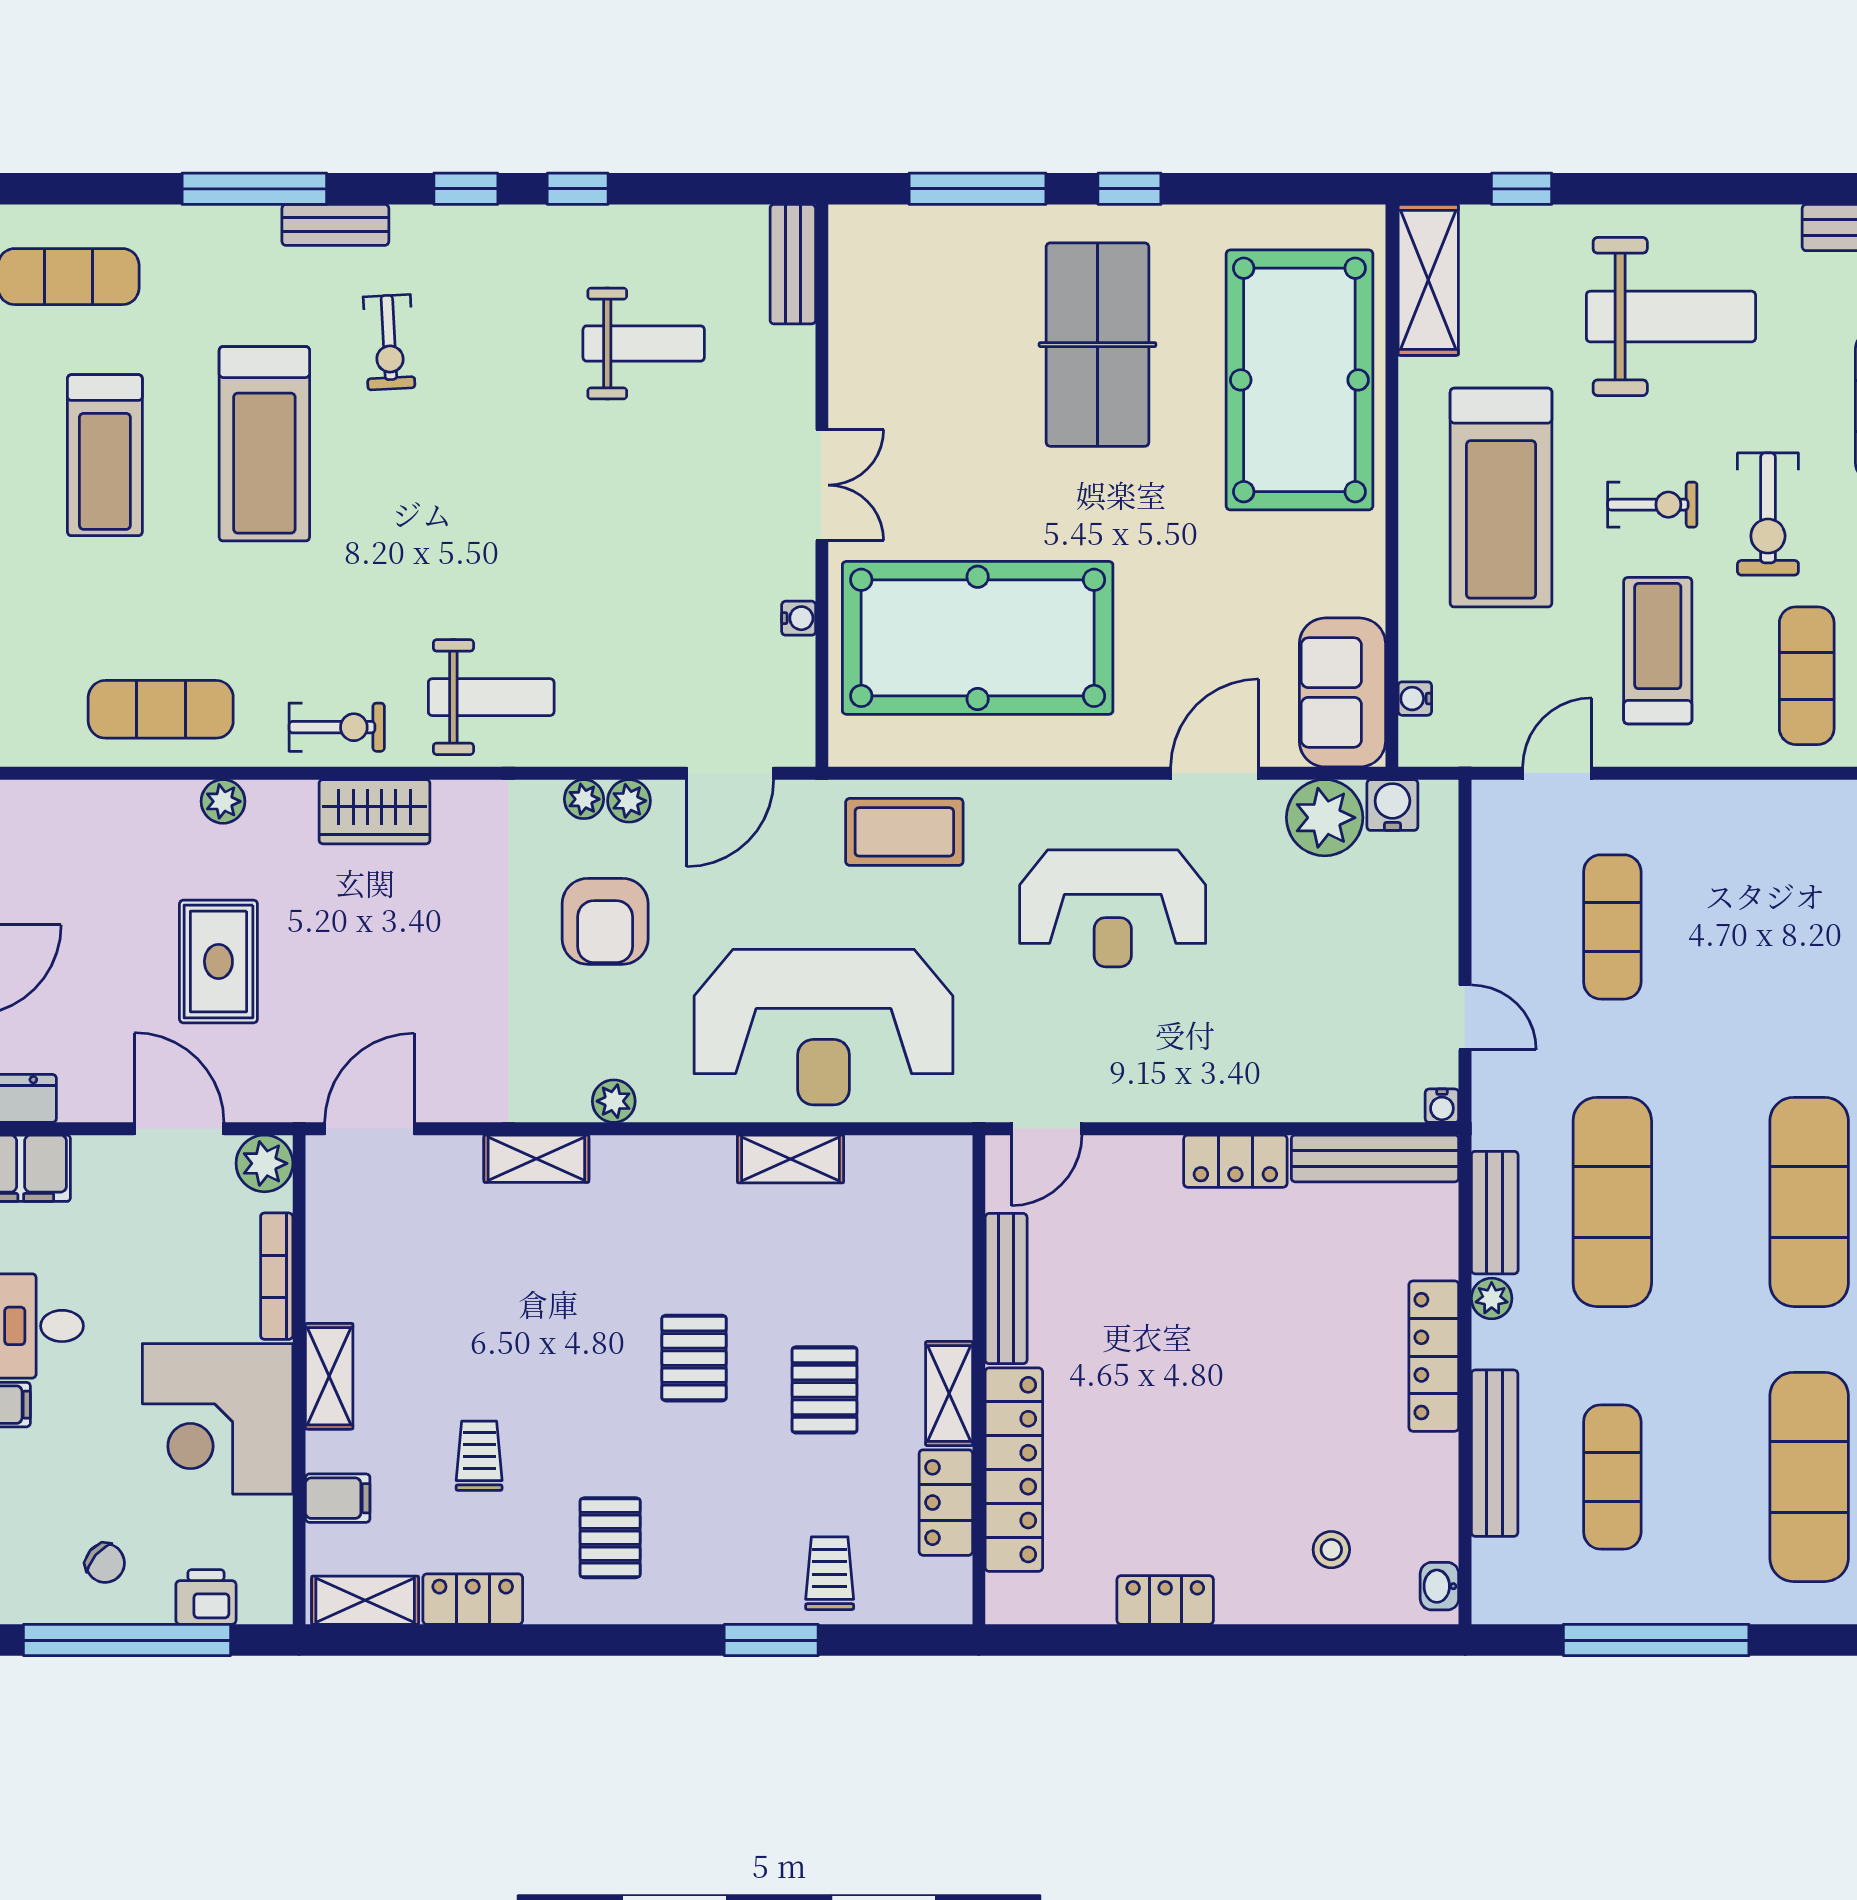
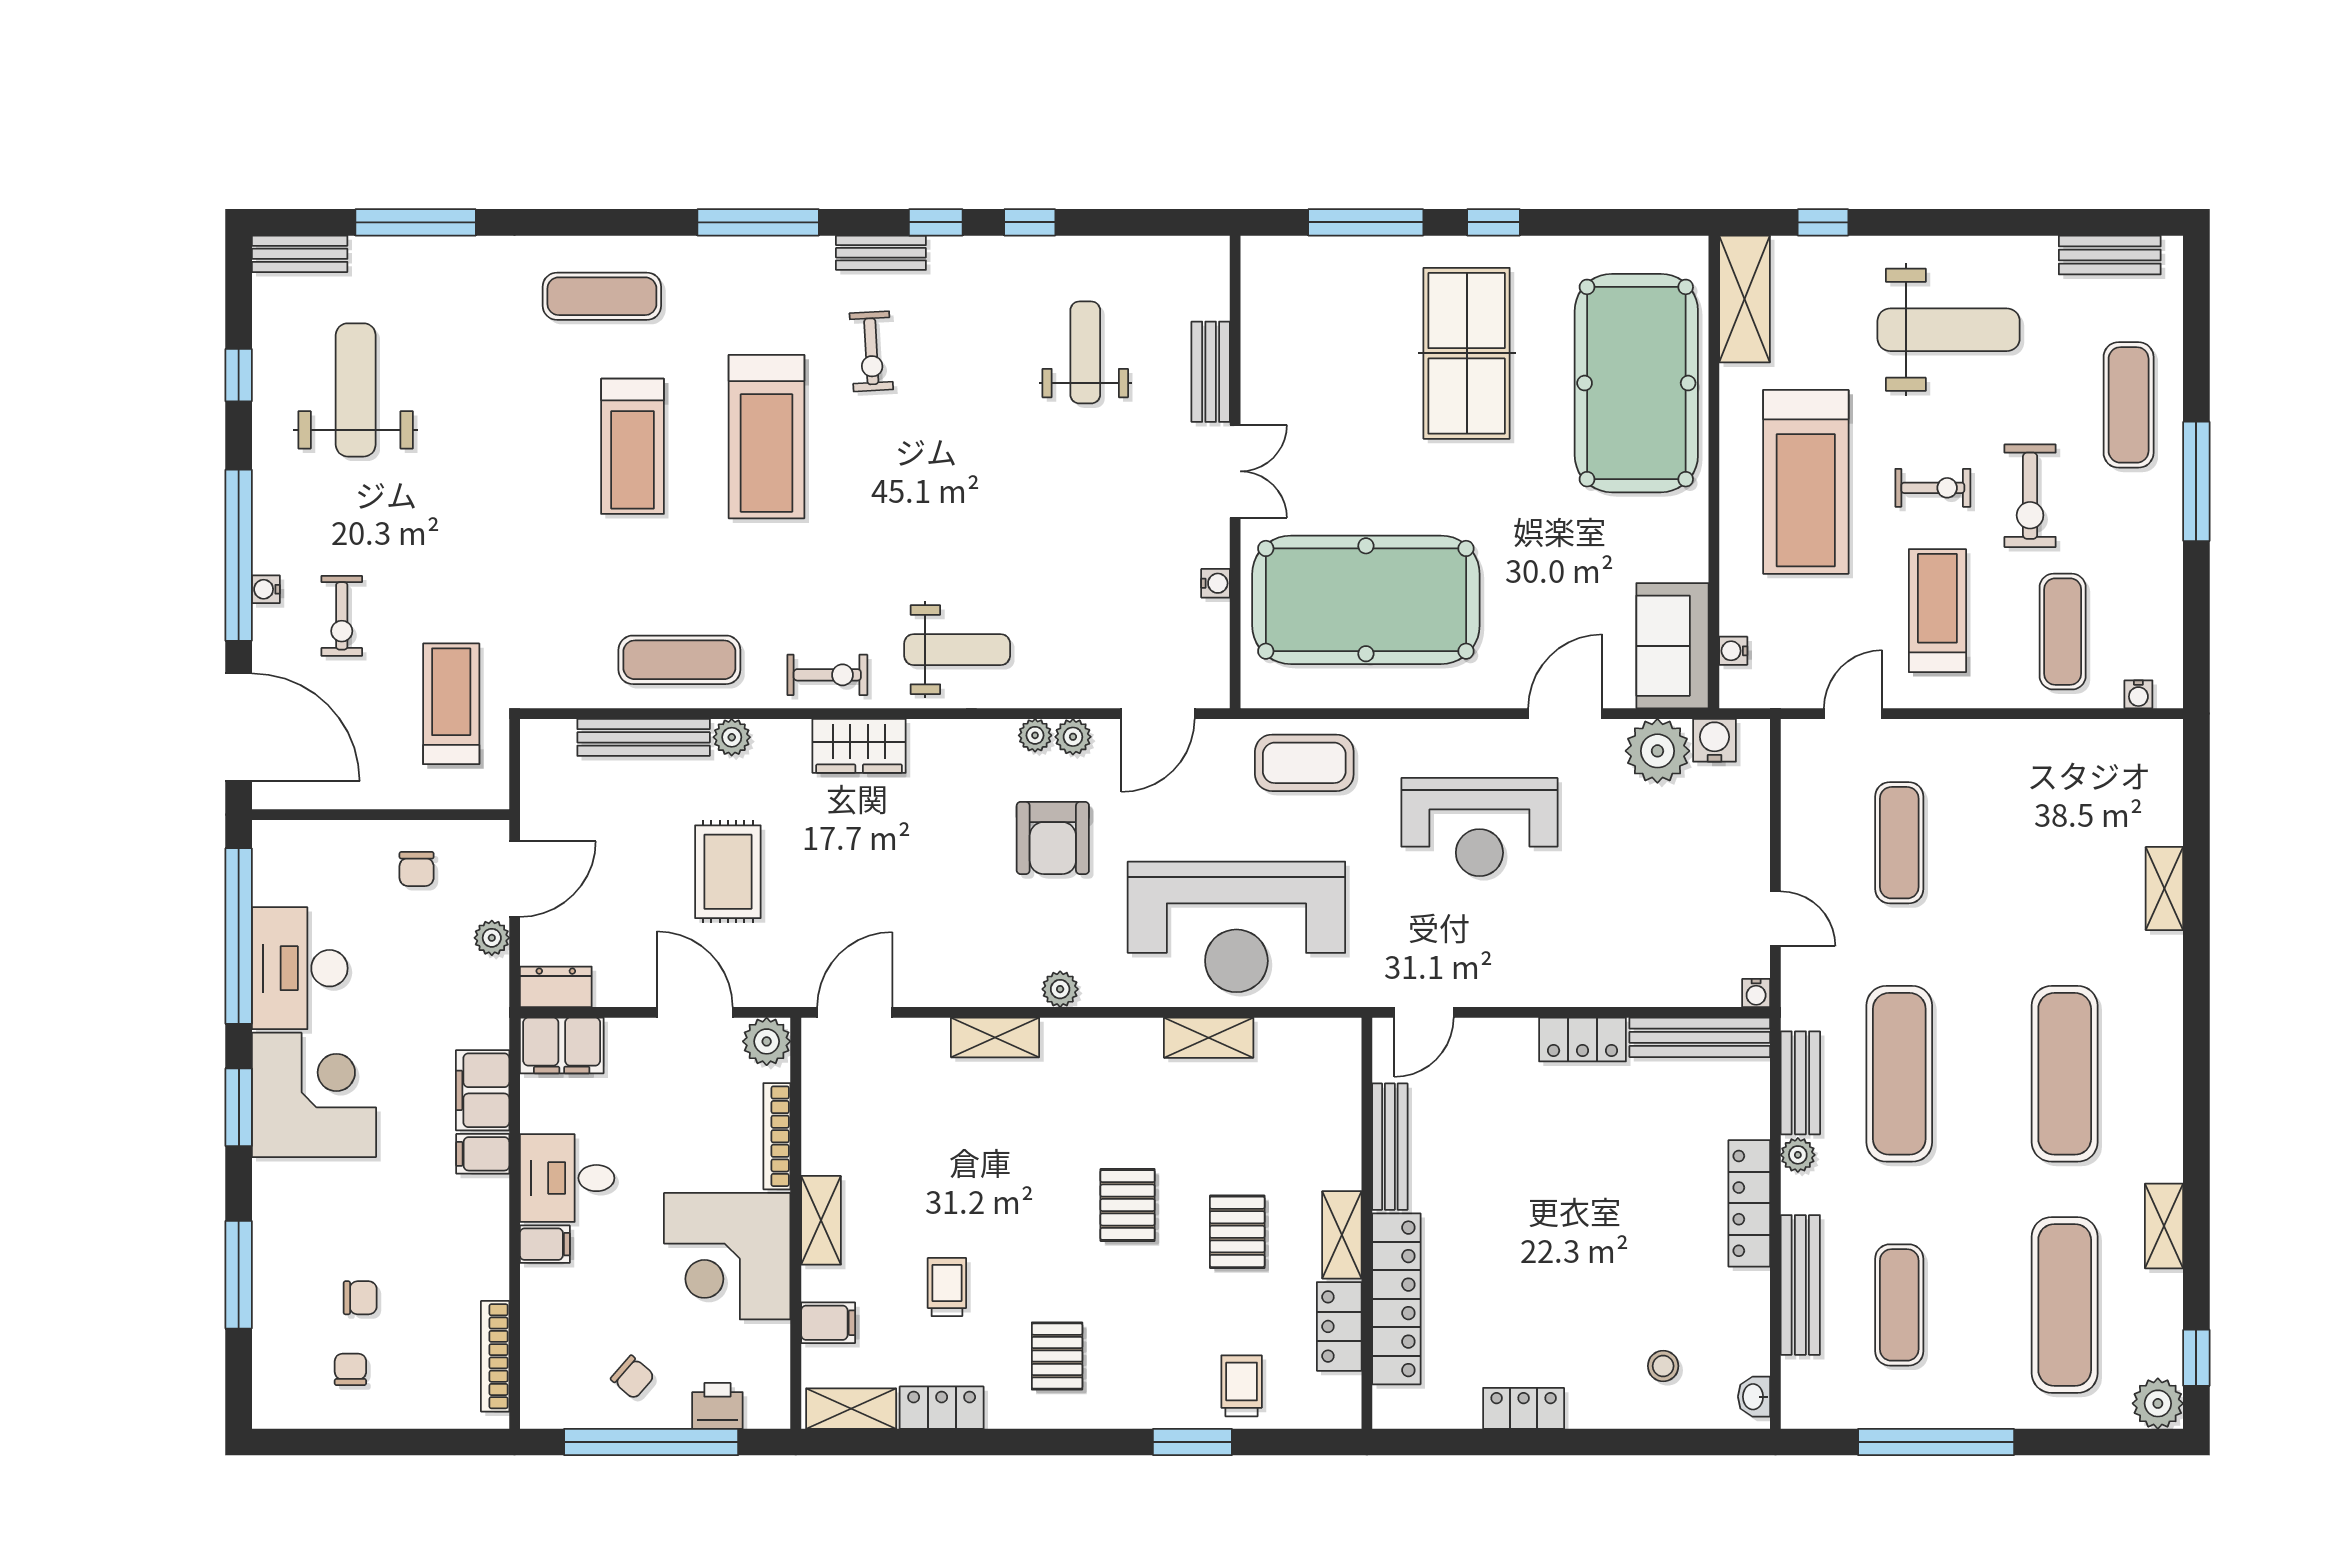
bench: (335, 225) -> (881, 253), moved
bench: (793, 264) -> (1211, 372), moved
weight bench: (644, 344) -> (1085, 352), turned -90
bench: (118, 802) -> (644, 737), added

